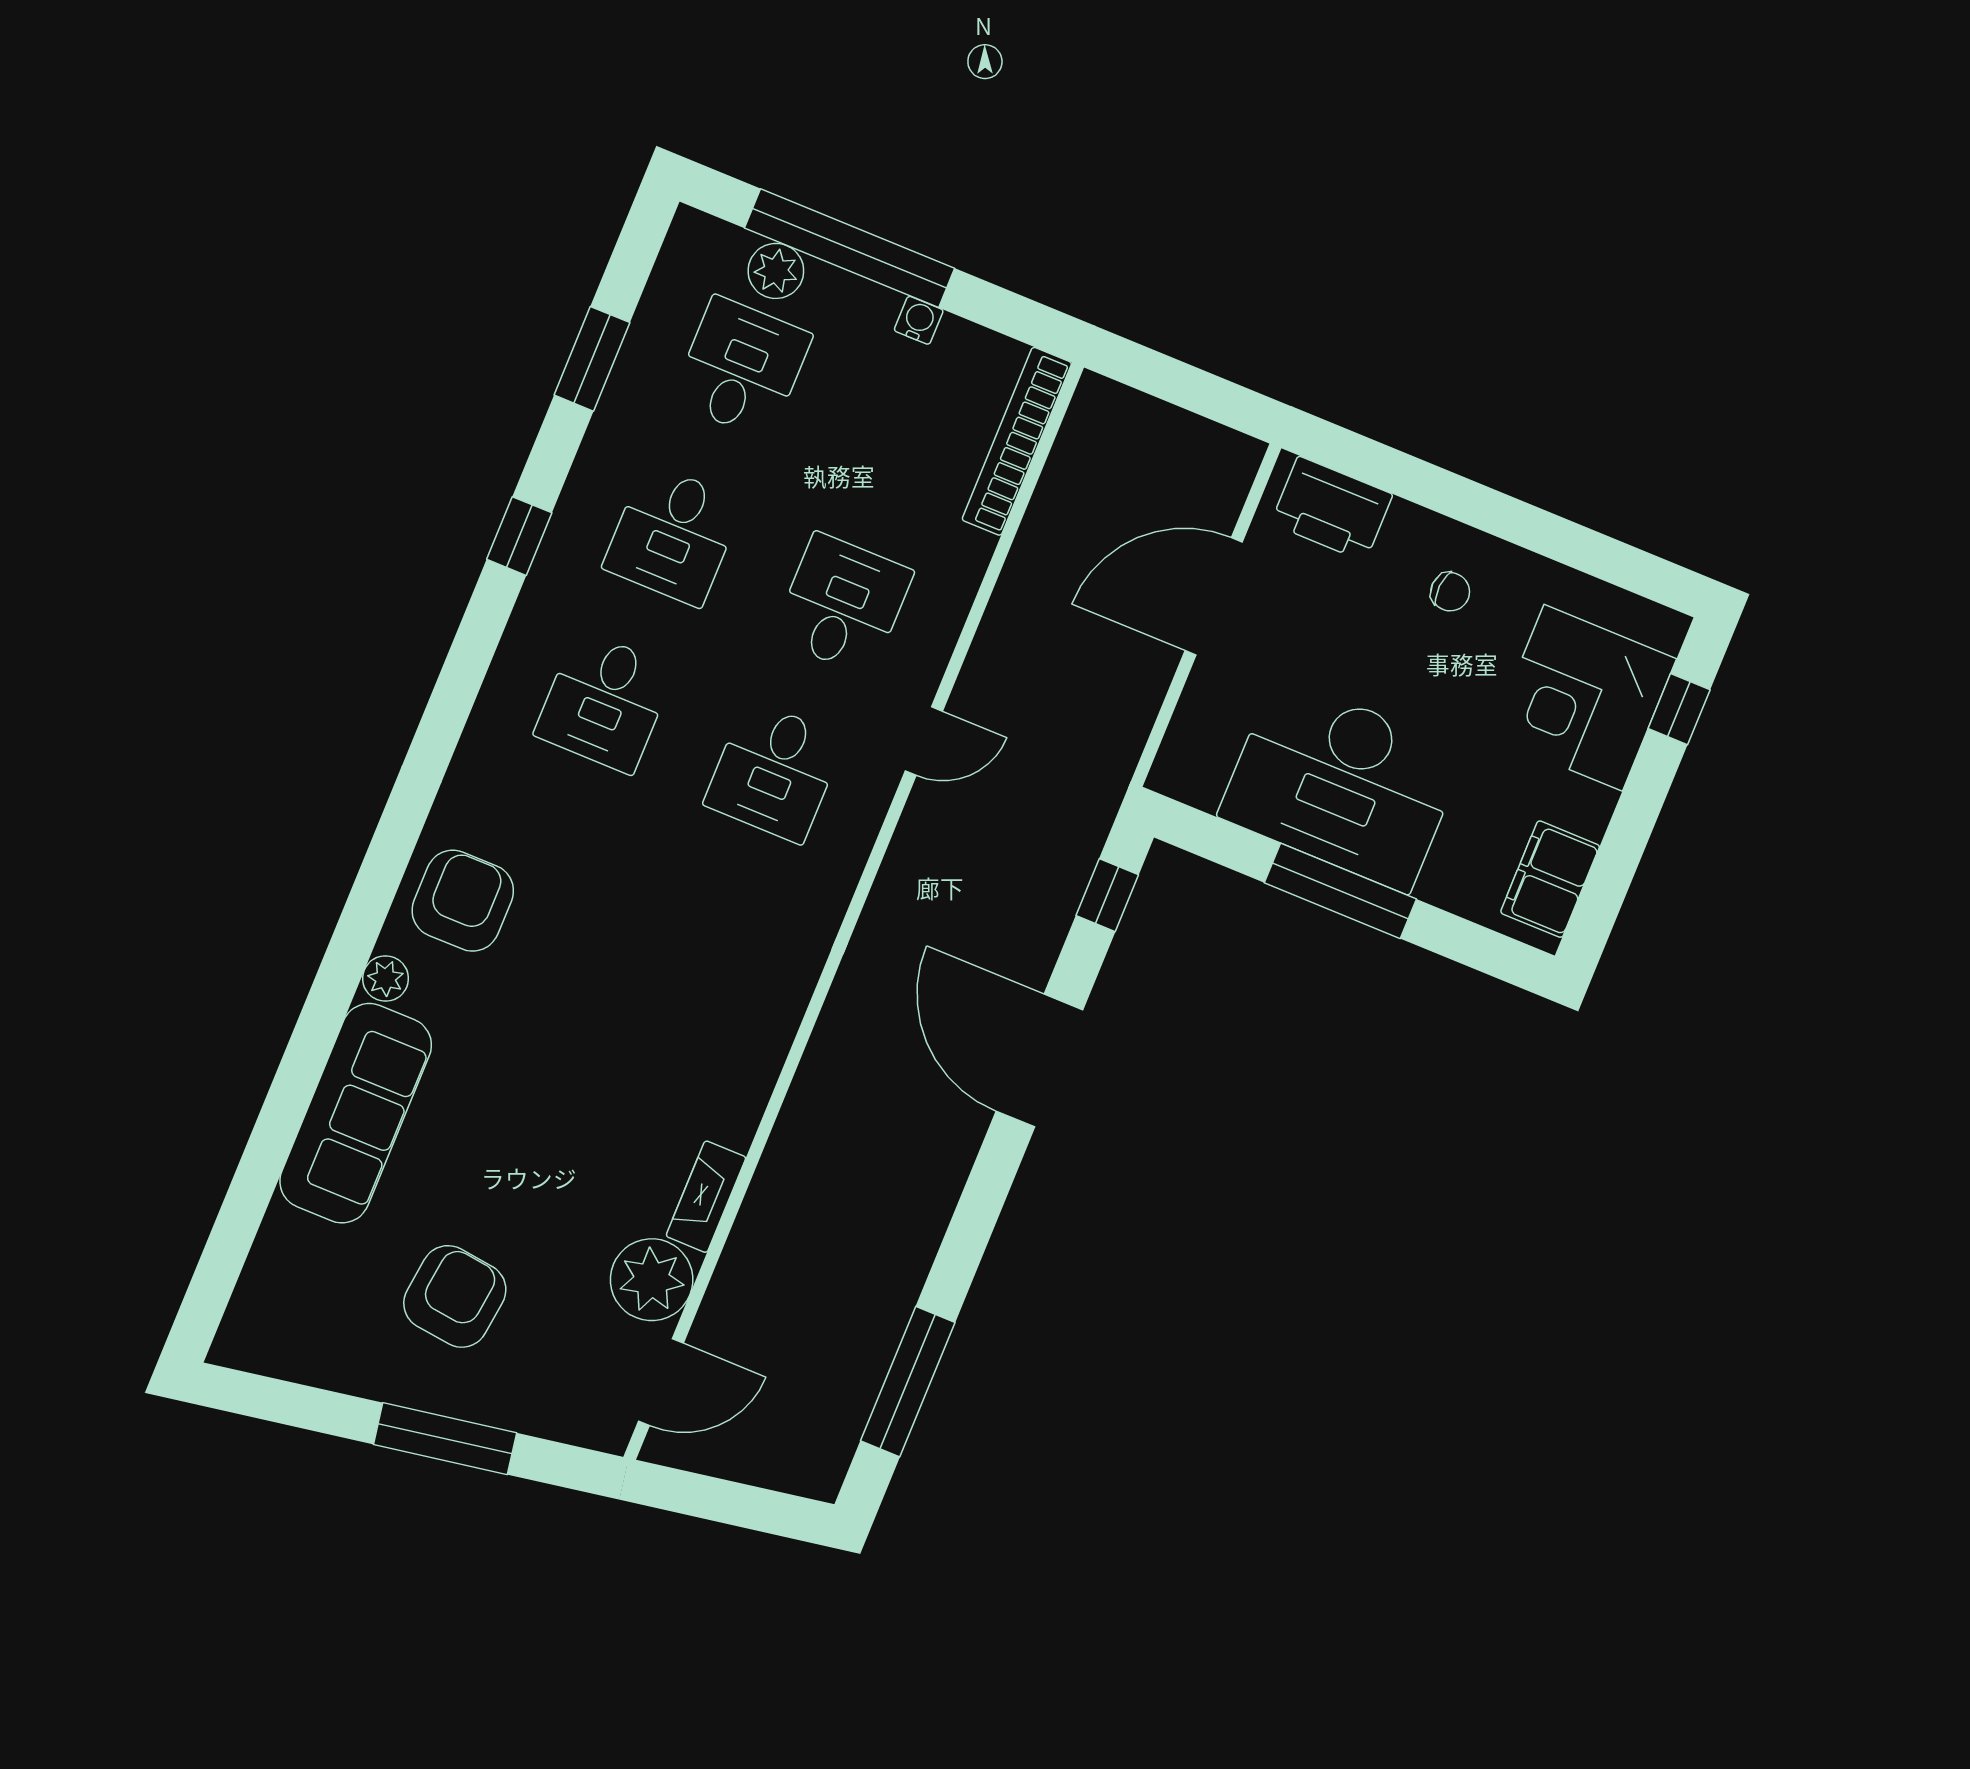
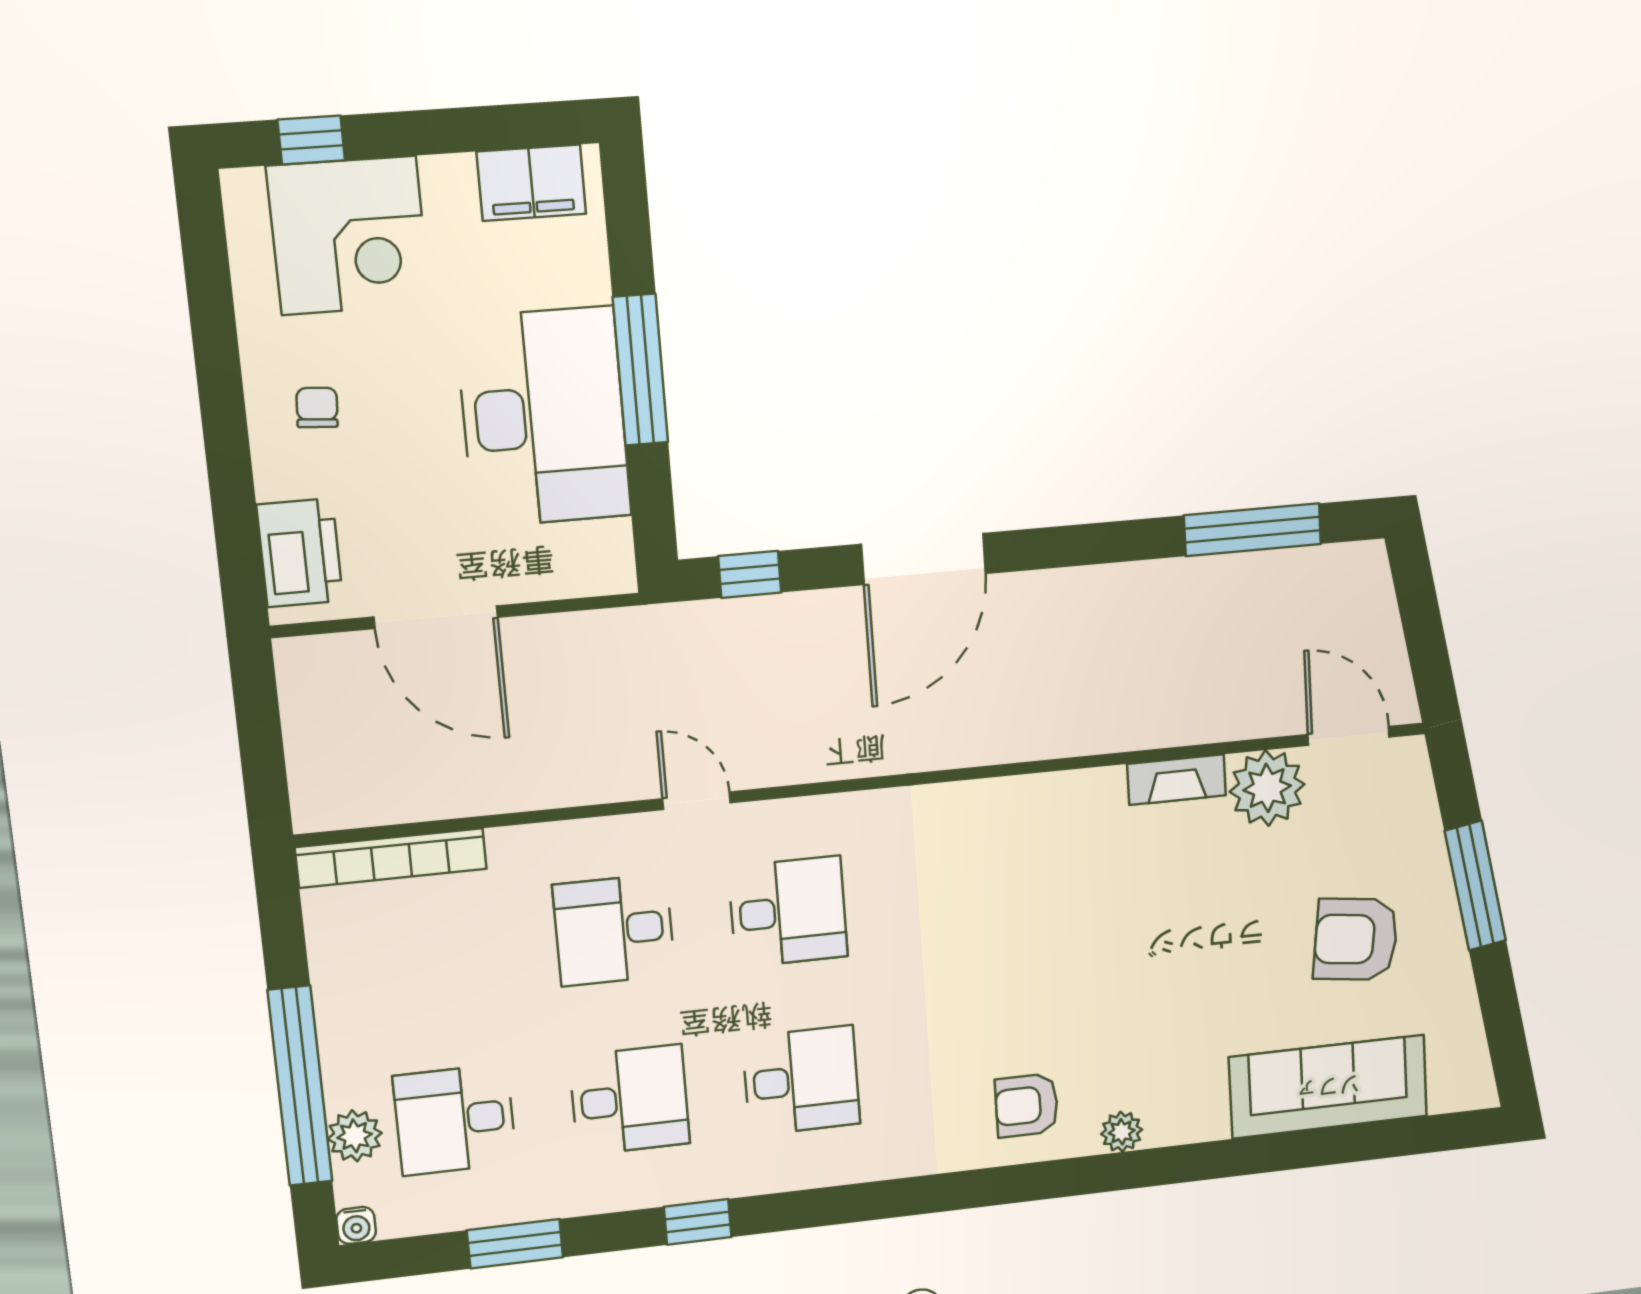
water cooler: (919, 320) -> (356, 1225), moved, turned -90
armchair: (463, 901) -> (1027, 1105), width x0.72, depth x0.72
sofa: (356, 1113) -> (1328, 1087), moved

